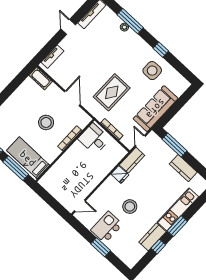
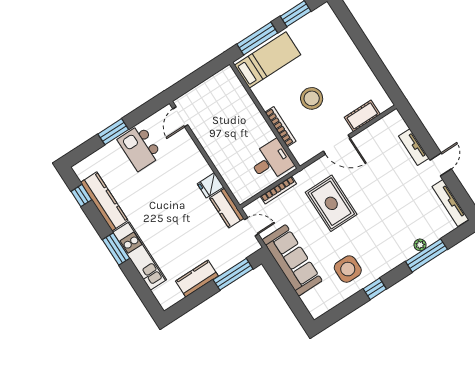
door: (68, 27) -> (441, 164), hinge flipped
tv unit: (52, 57) -> (414, 147), moved
cot: (41, 78) -> (362, 116), moved
stool: (130, 207) -> (161, 188), removed
kitchen island: (107, 227) -> (140, 148), turned 180
kitchen counter: (152, 237) -> (104, 201), width x1.50
window: (158, 247) -> (81, 196), moved

